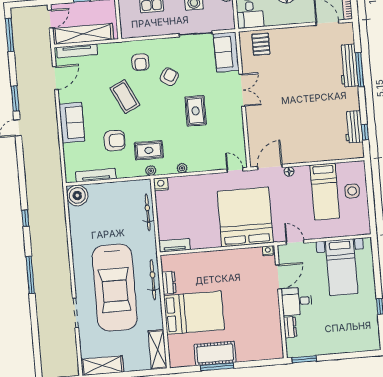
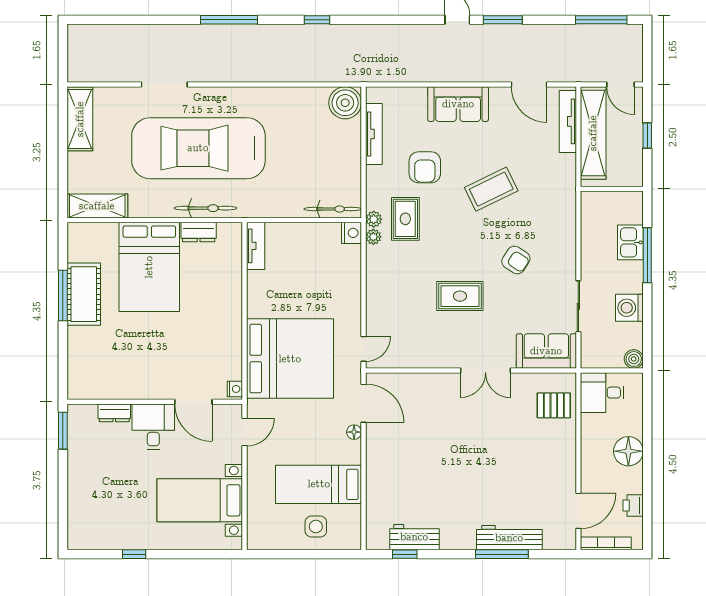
armchair: (140, 62) -> (542, 218), removed
plant: (182, 168) -> (373, 237), moved
bicycle: (148, 212) -> (333, 209), moved

